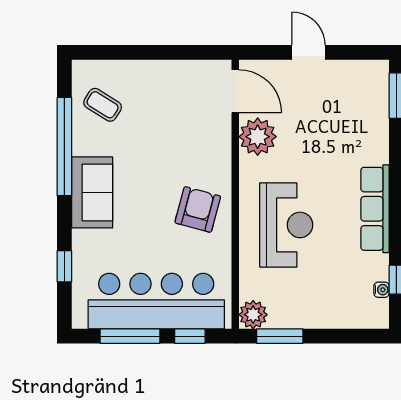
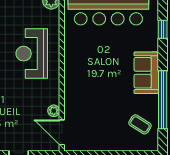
plant: (258, 137) -> (54, 111), width x0.53, depth x0.53
armchair: (198, 209) -> (84, 63), removed

